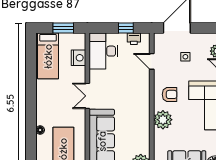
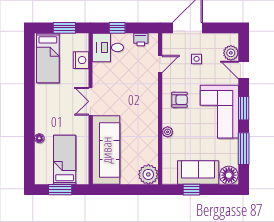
window: (126, 28) -> (117, 28), moved
desk: (103, 51) -> (108, 47), width x0.73
door: (152, 61) -> (160, 64), swing flipped
plant: (163, 120) -> (168, 132), width x0.53, depth x0.53

